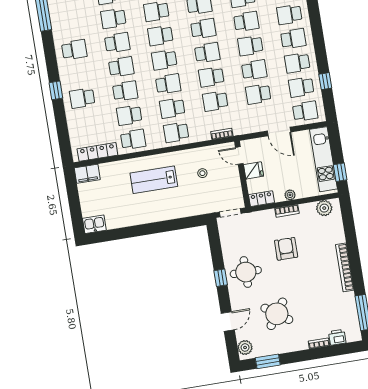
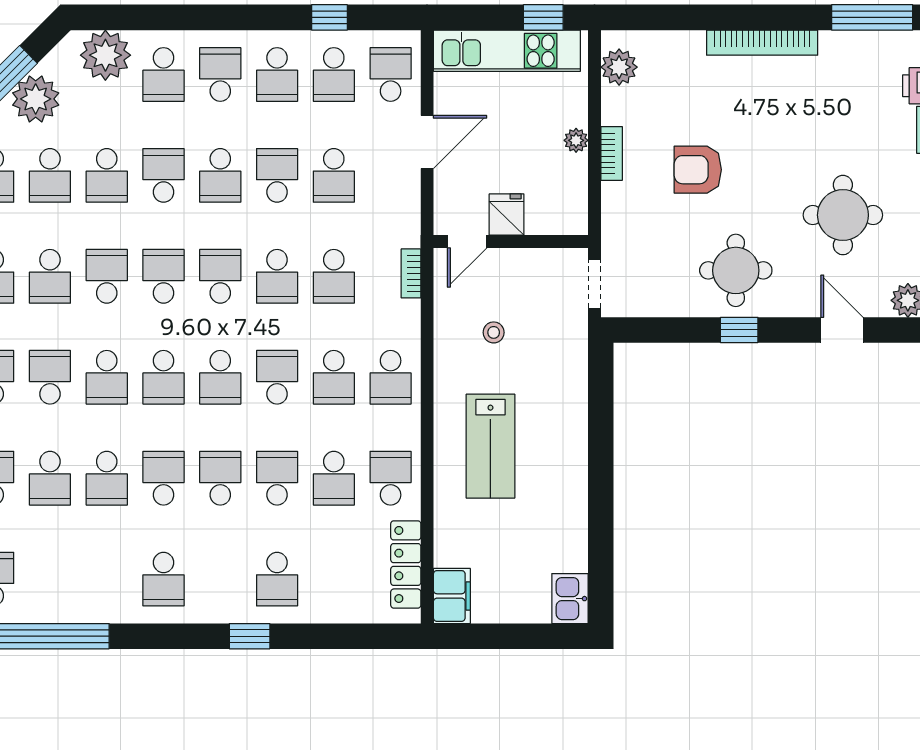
school desk: (74, 50) -> (164, 579), turned 180
locker: (261, 199) -> (574, 207), removed
round table: (277, 314) -> (843, 215), turned -35

